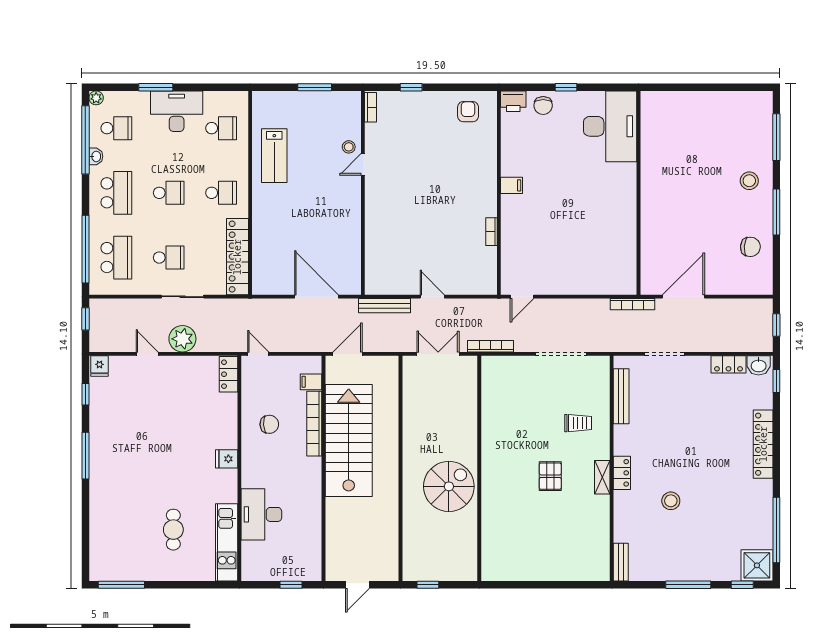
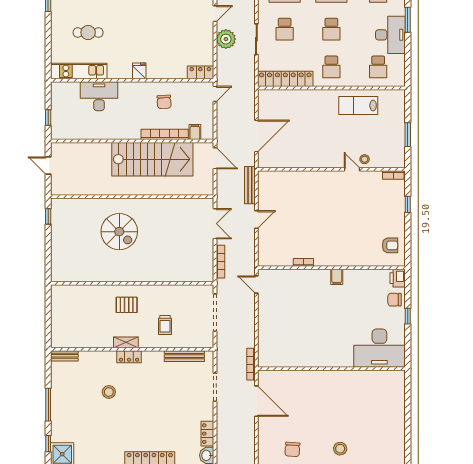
wall: (479, 468) -> (132, 283), moved

